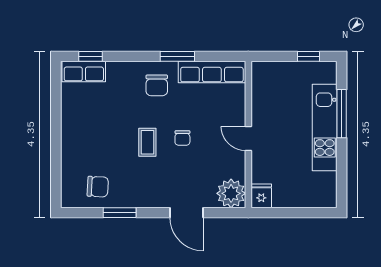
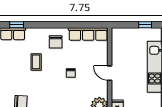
window: (177, 56) -> (68, 25), removed
coffee table: (147, 142) -> (36, 62), moved

